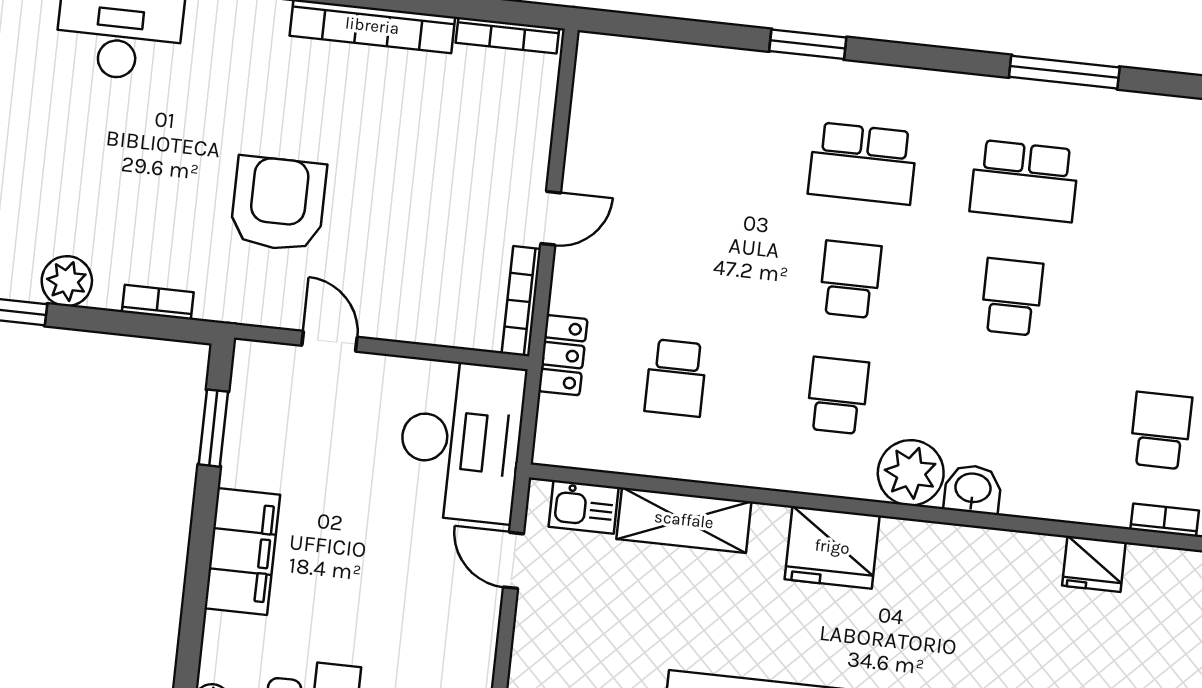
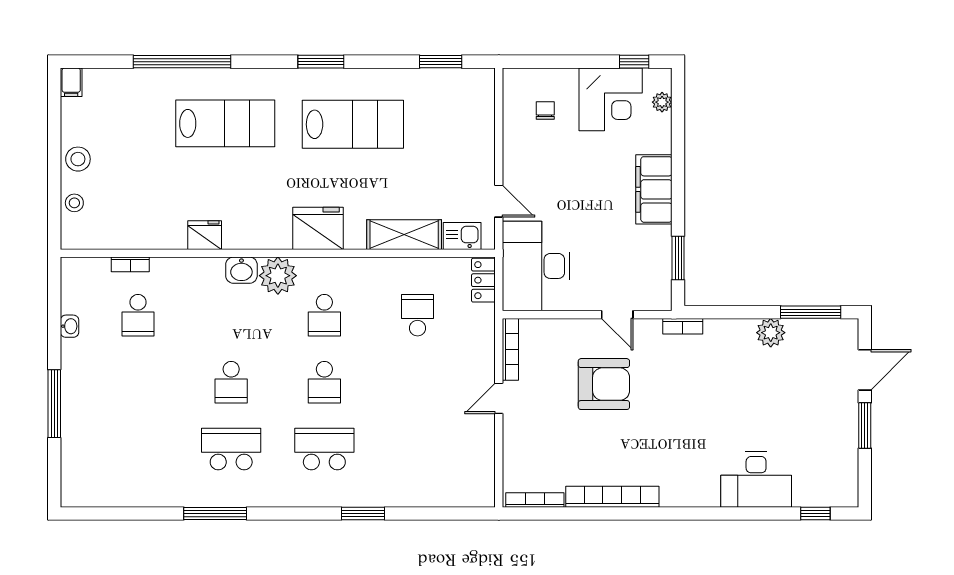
armchair: (278, 204) -> (604, 384), moved, turned -90
bookcase: (158, 302) -> (683, 326), moved
locker: (563, 355) -> (483, 280), moved
fridge: (1094, 564) -> (205, 235), moved

